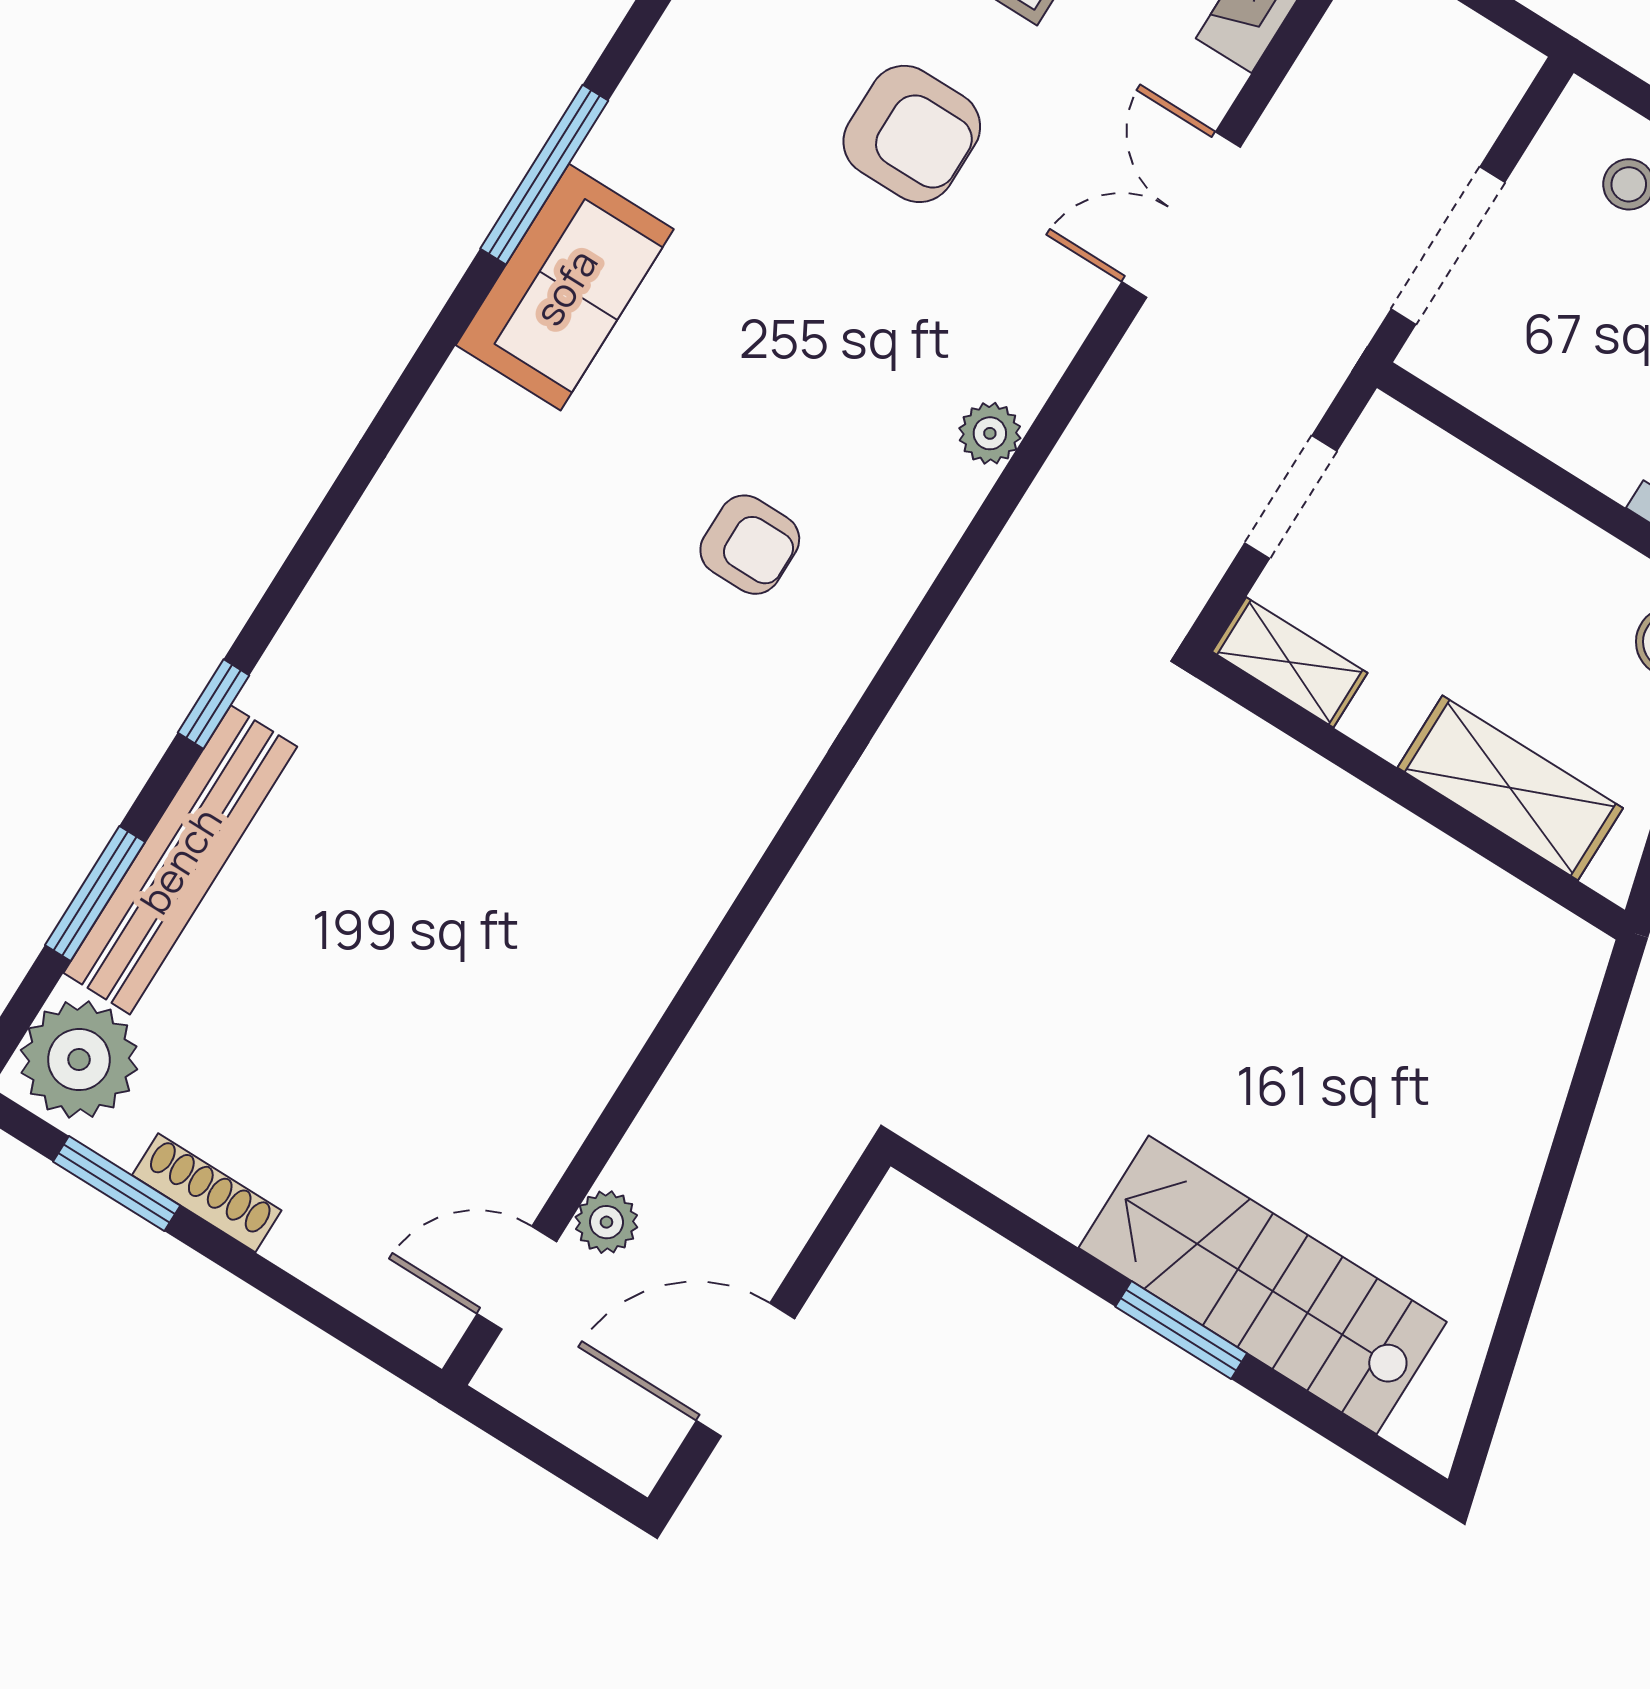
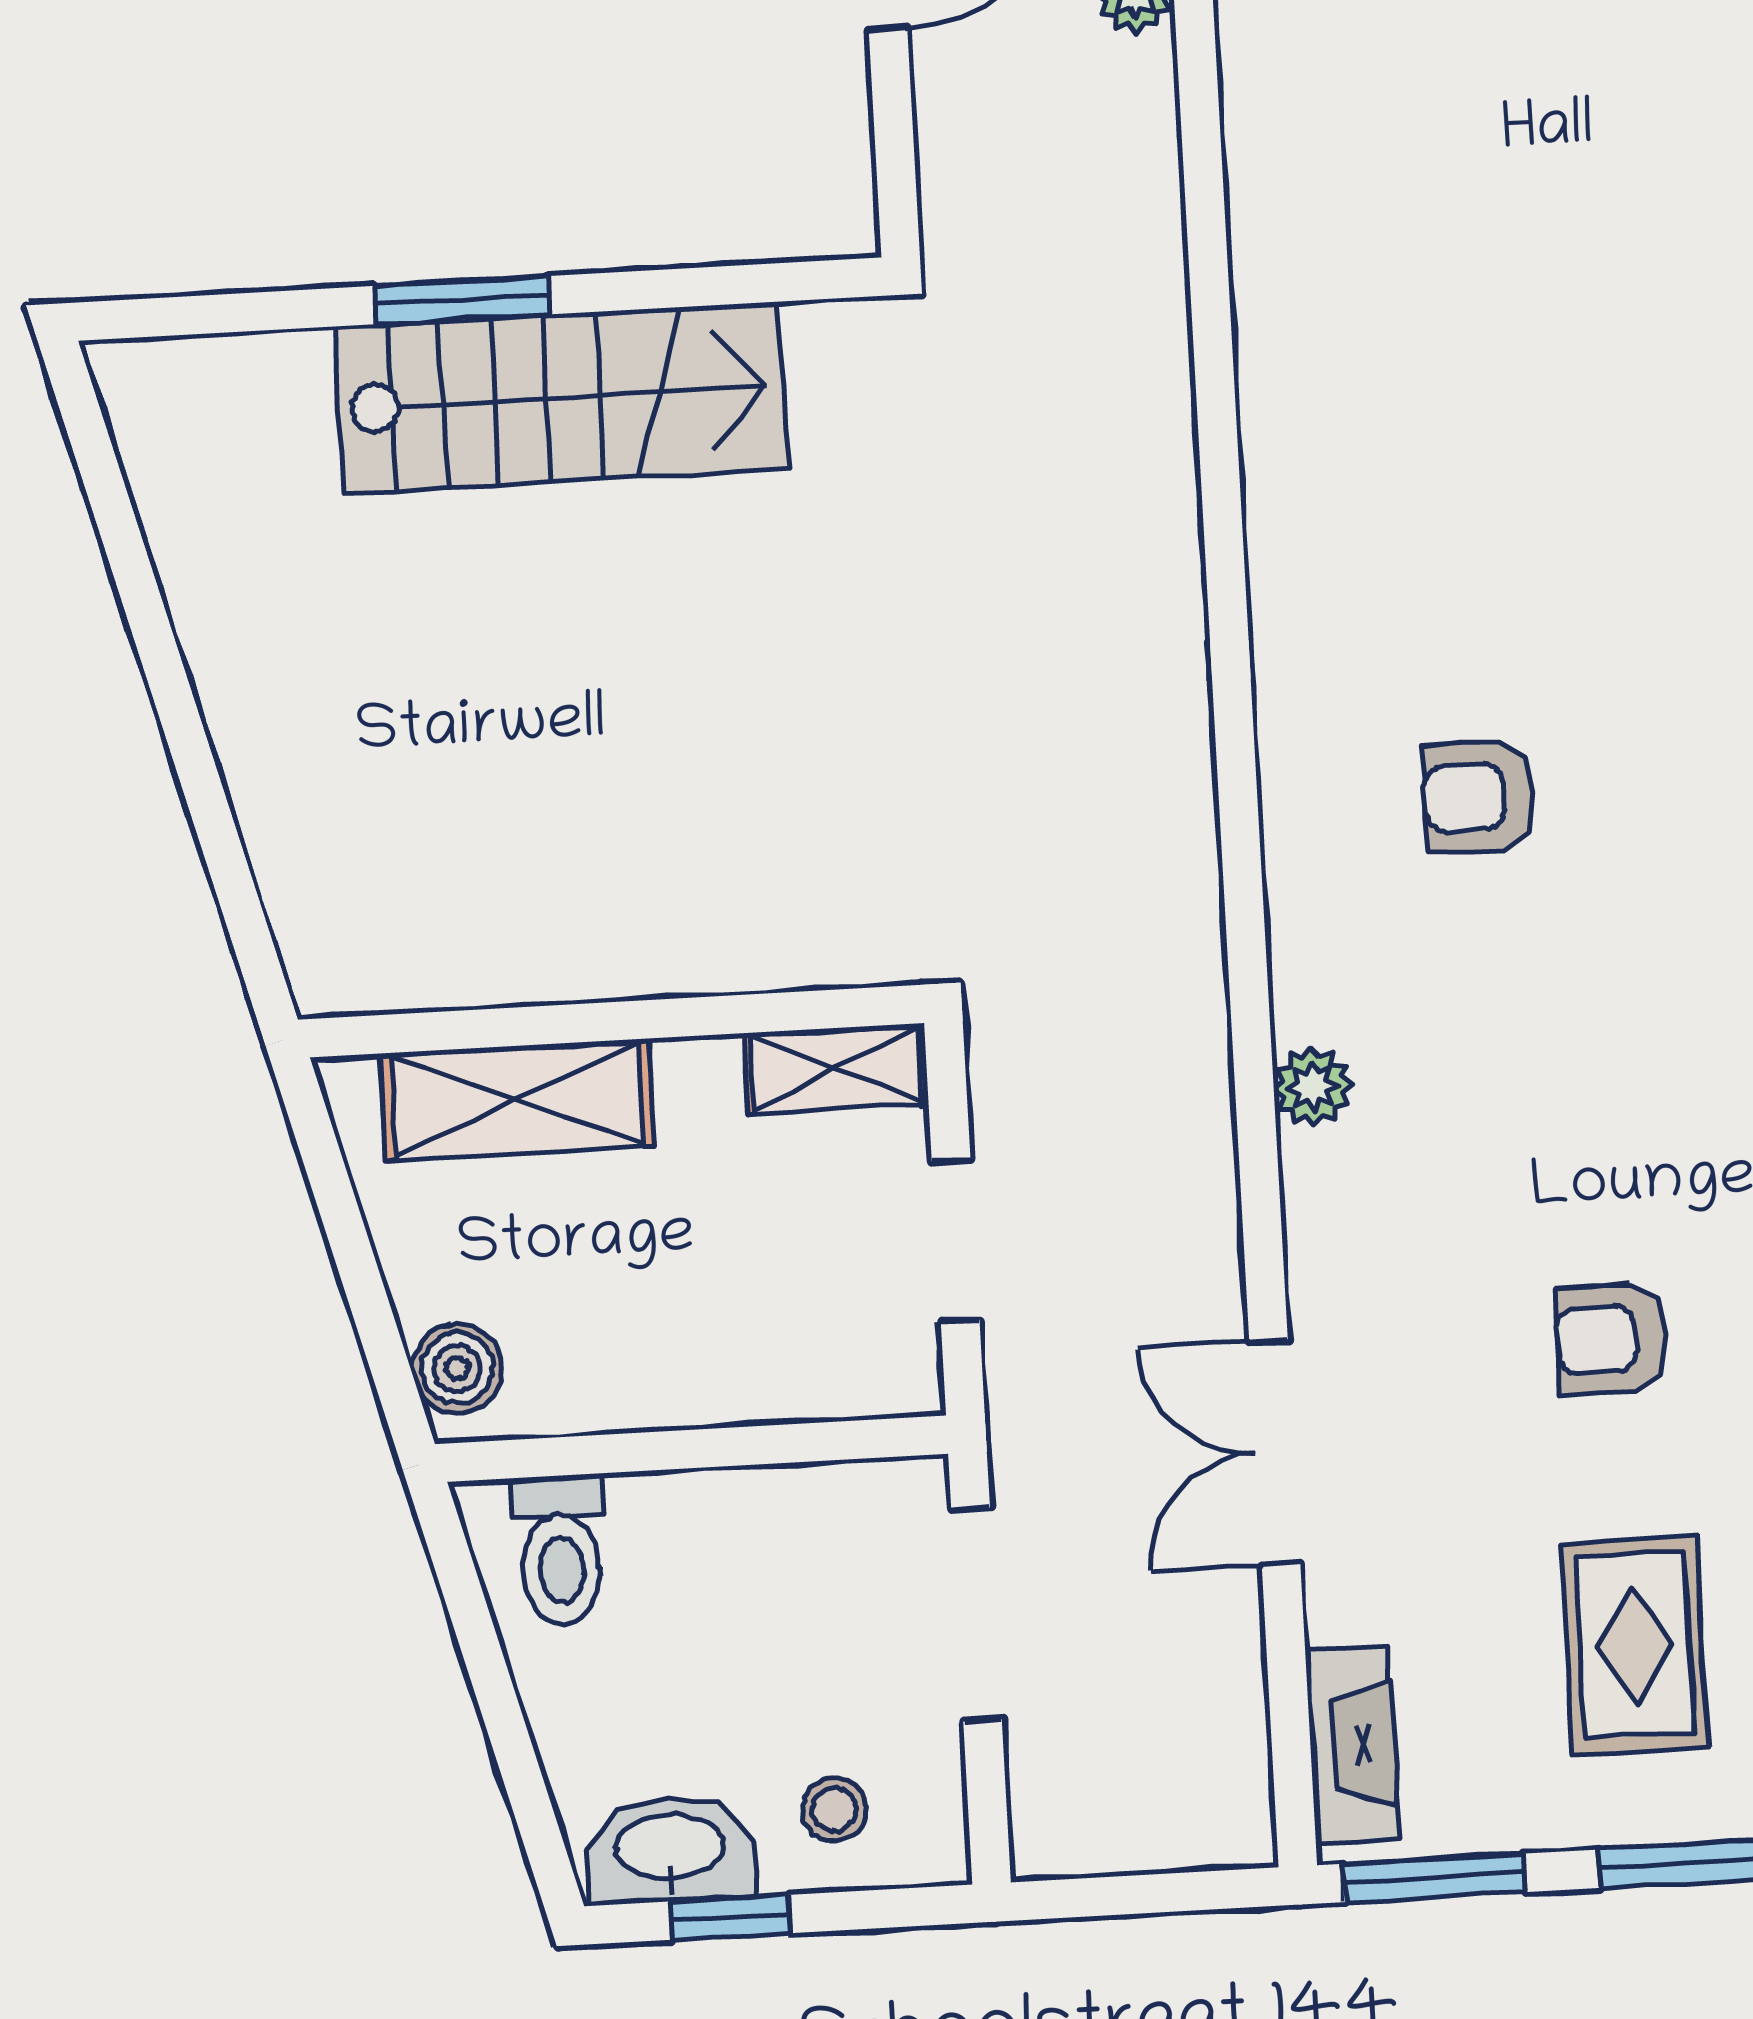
armchair: (912, 134) -> (1612, 1339), width x0.72, depth x0.72
double door: (1181, 215) -> (1275, 1452), swing flipped
stairs: (1263, 1285) -> (562, 398), moved

